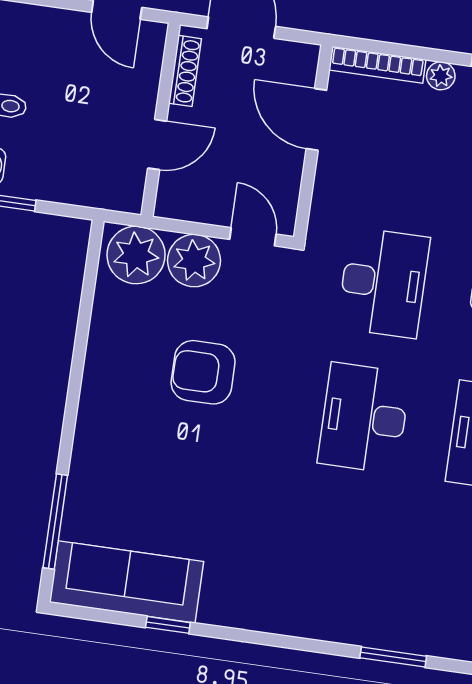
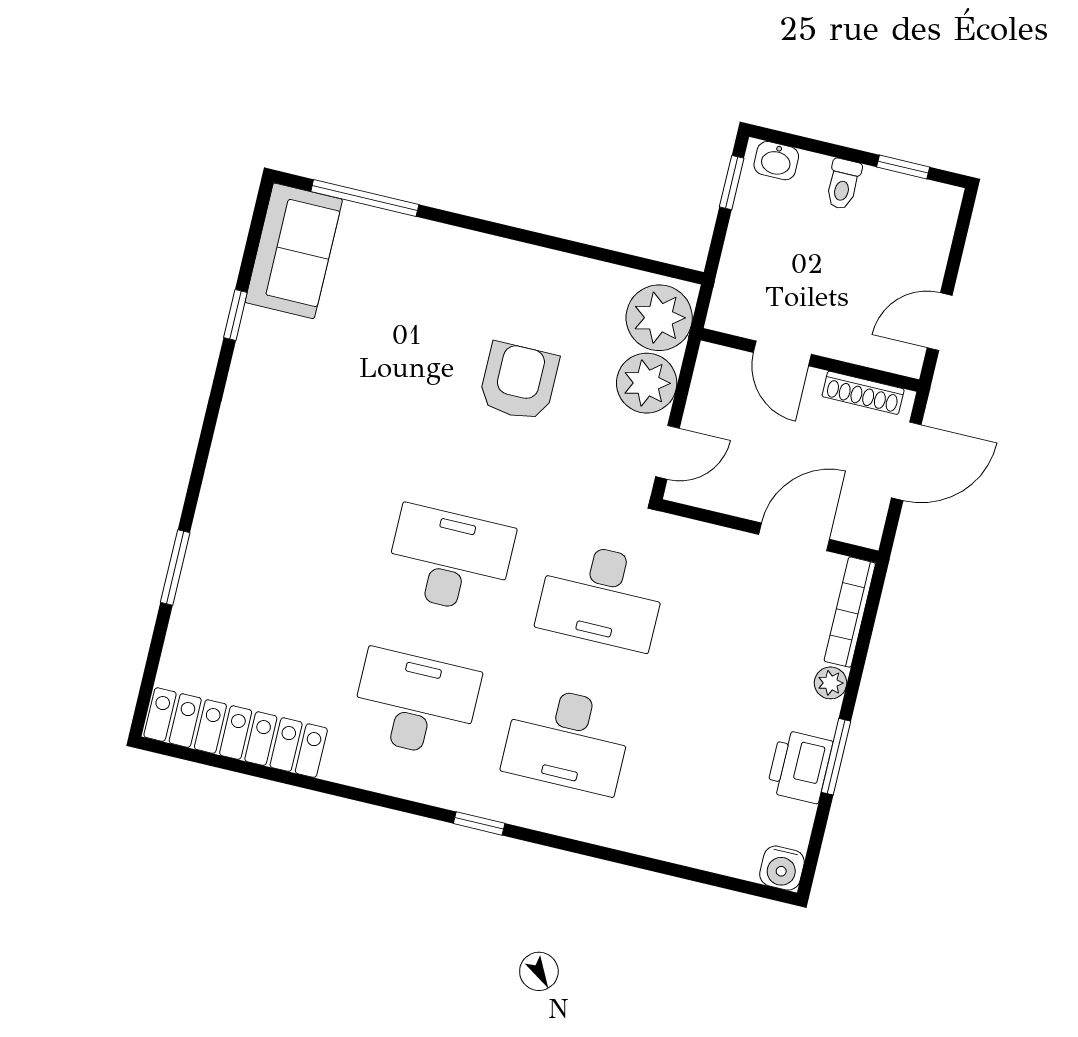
sofa: (127, 582) -> (294, 251), width x0.73

